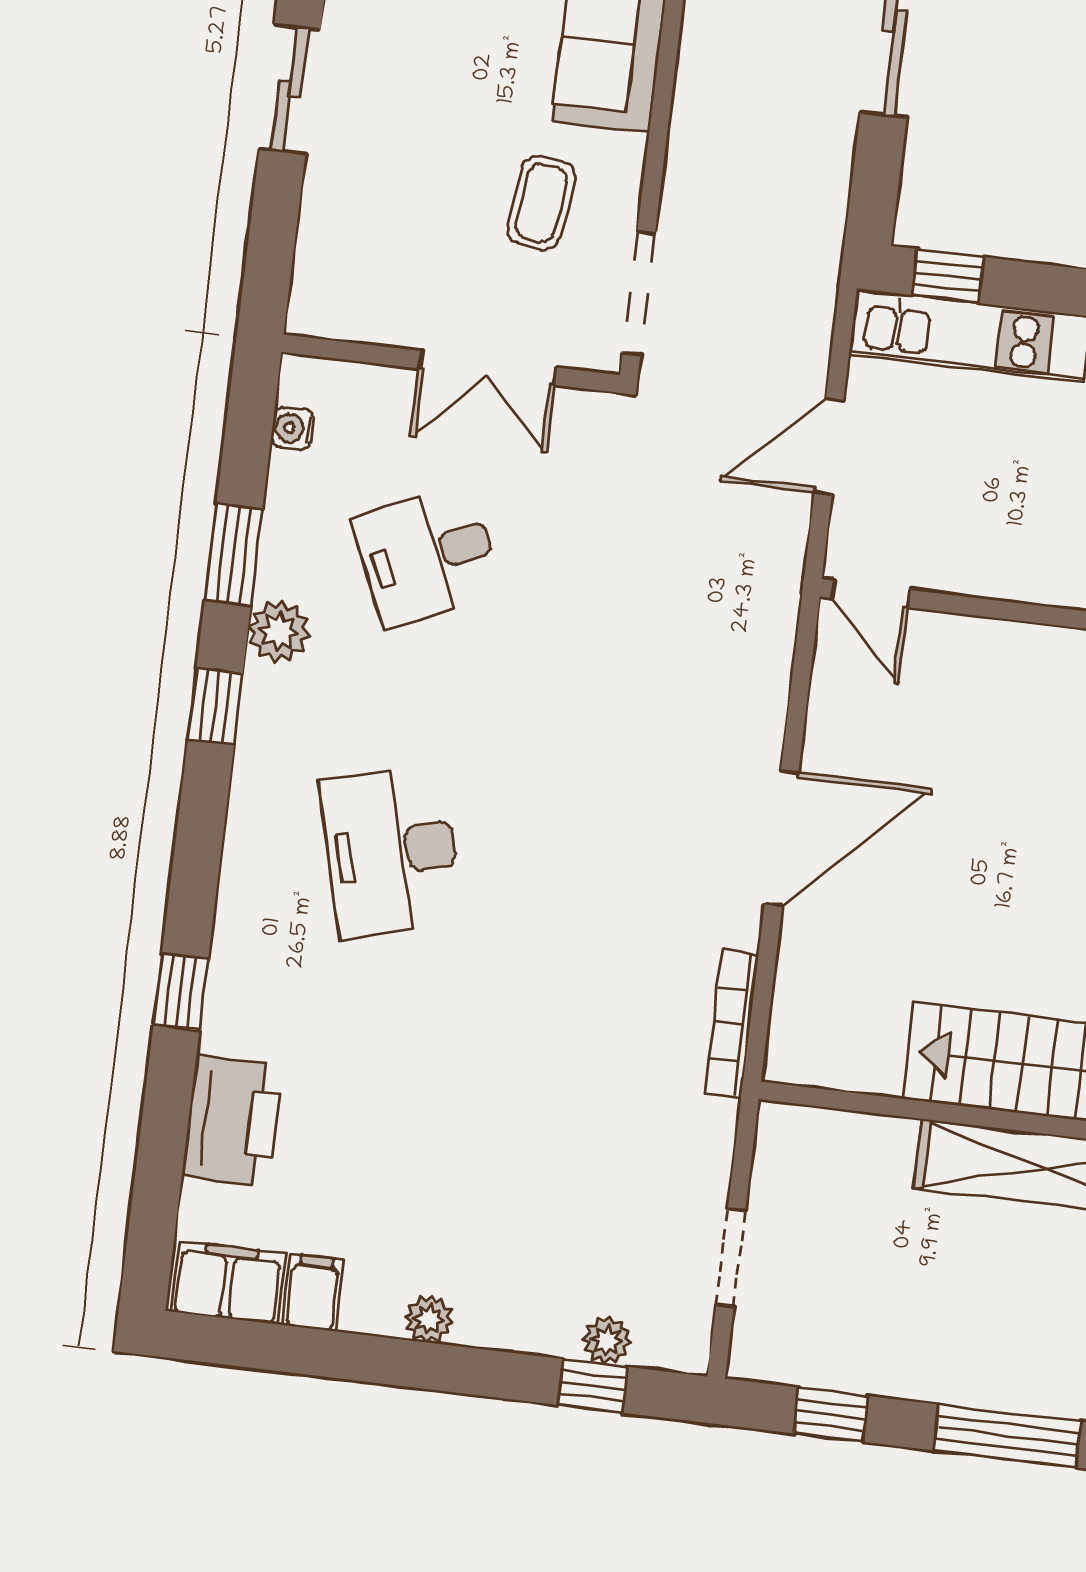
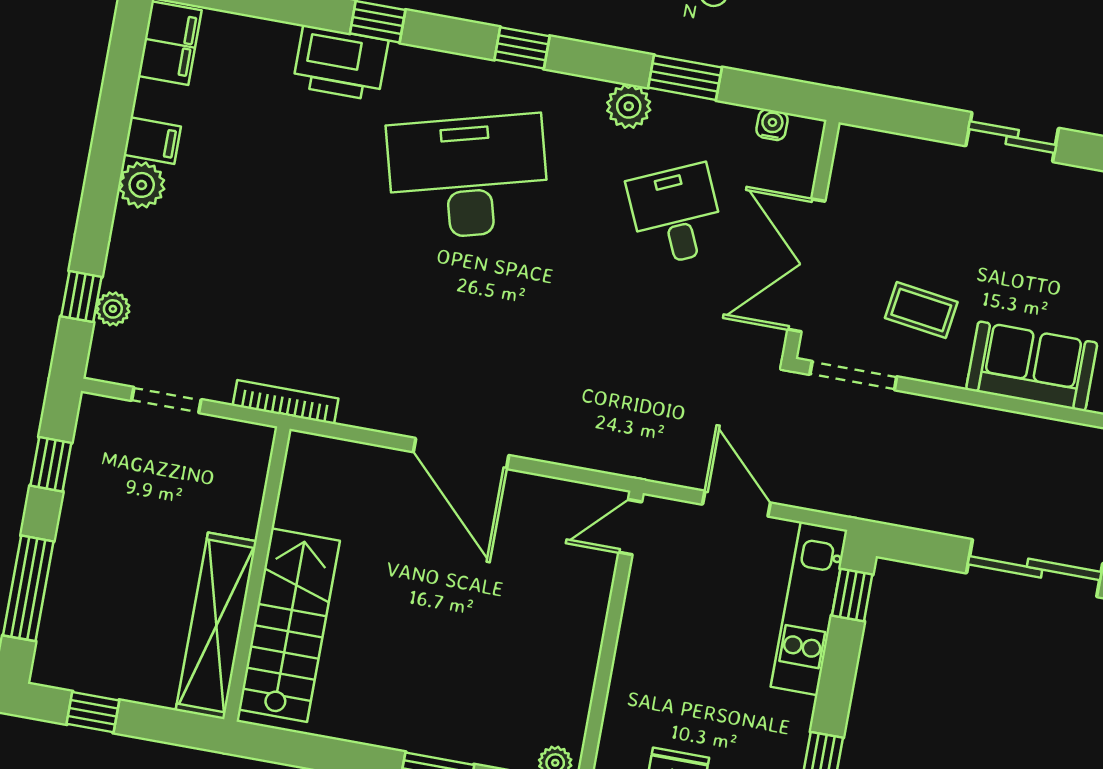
double door: (488, 368) -> (806, 265), width x1.37
window: (215, 706) -> (522, 48), moved
desk: (392, 852) -> (468, 177), width x1.36, depth x1.30
bookcase: (732, 1024) -> (286, 402), moved
printer: (232, 1121) -> (340, 63), moved
filing cabinet: (313, 1292) -> (152, 141), moved
plant: (429, 1319) -> (142, 185), width x1.38, depth x1.38

